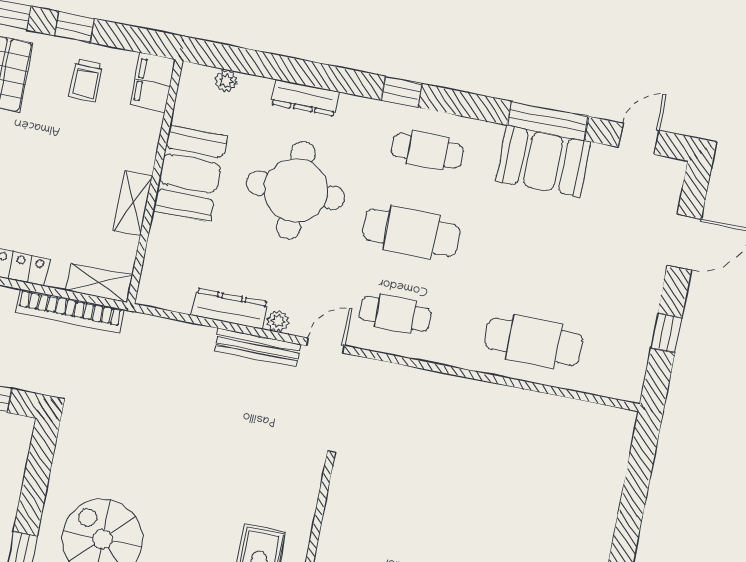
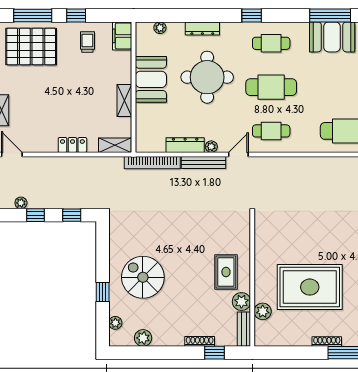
trolley: (86, 81) -> (87, 42), turned 180
bookcase: (70, 311) -> (152, 163), moved

